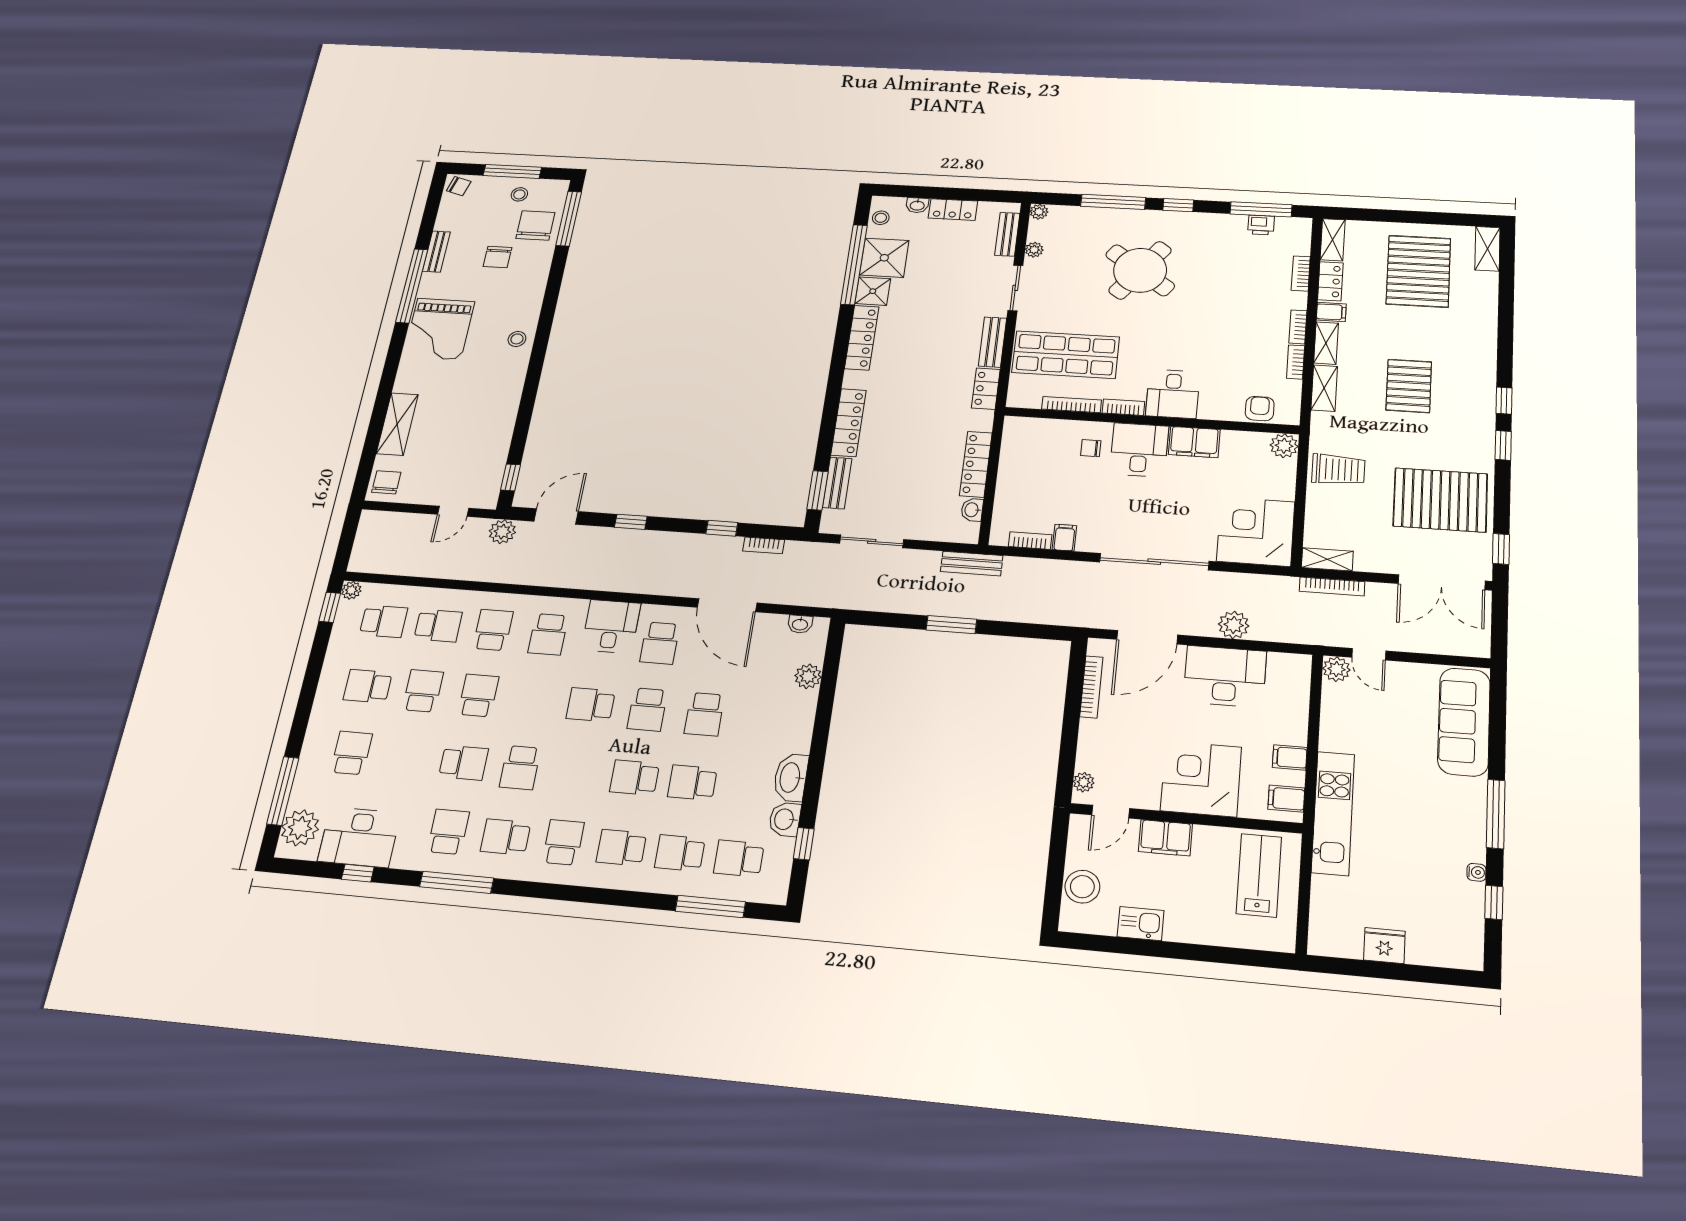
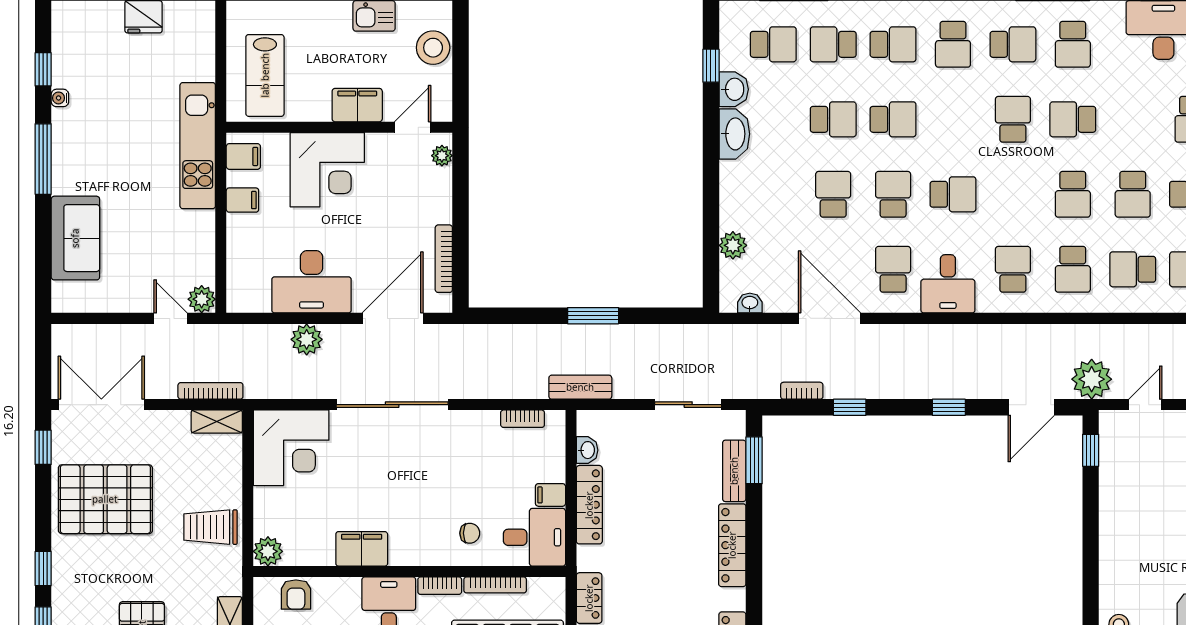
desk: (1139, 450) -> (534, 537), moved, turned -90
plant: (502, 532) -> (1092, 379), width x1.36, depth x1.36
filing cabinet: (1064, 538) -> (550, 495), moved, turned 90
sofa: (1464, 722) -> (75, 238), width x0.73
school desk: (680, 853) -> (833, 44), turned 180

